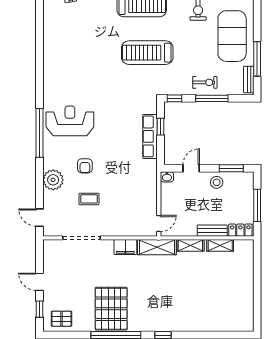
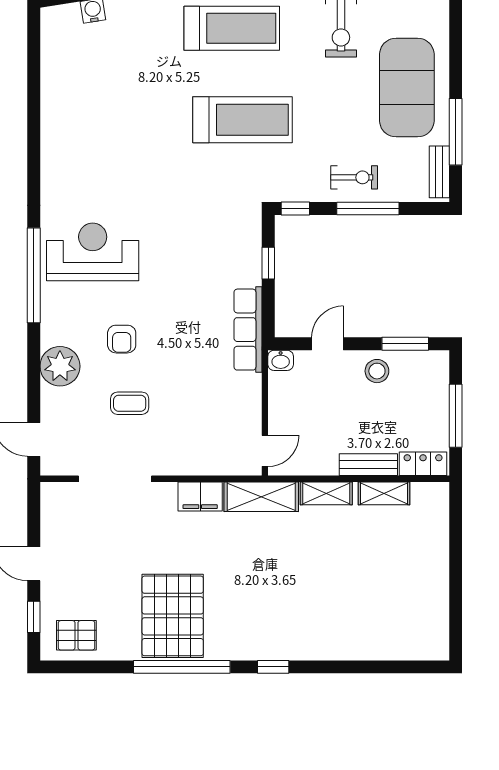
treadmill: (147, 53) -> (243, 120), turned 180
row of seats: (150, 136) -> (248, 330), moved

